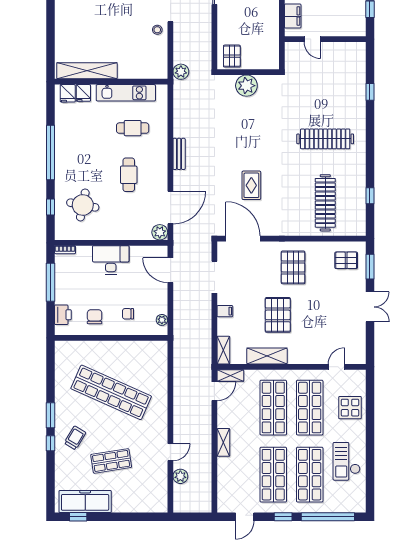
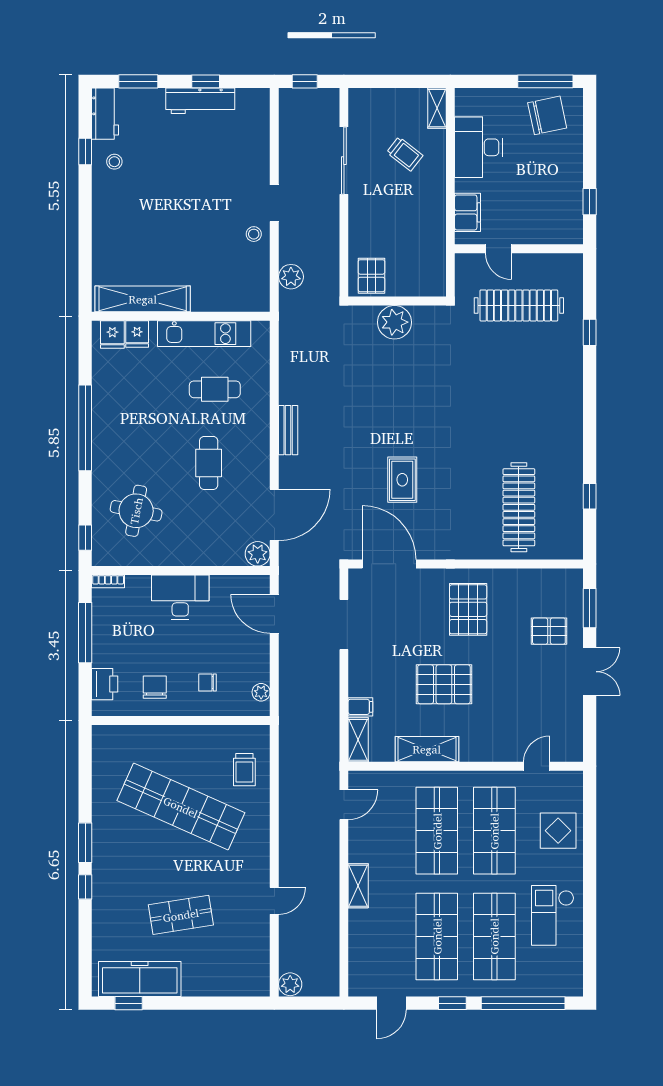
plant: (181, 72) -> (291, 277), moved
clothes rail: (325, 139) -> (519, 305), moved
window: (51, 207) -> (85, 538), moved
pallet: (346, 260) -> (549, 631), moved
filing cabinet: (225, 311) -> (360, 707), moved
pallet: (278, 315) -> (444, 684), turned 90
shelving: (230, 375) -> (369, 780), removed
trolley: (75, 438) -> (244, 770), moved, turned 149
plant: (180, 476) -> (290, 984), moved

